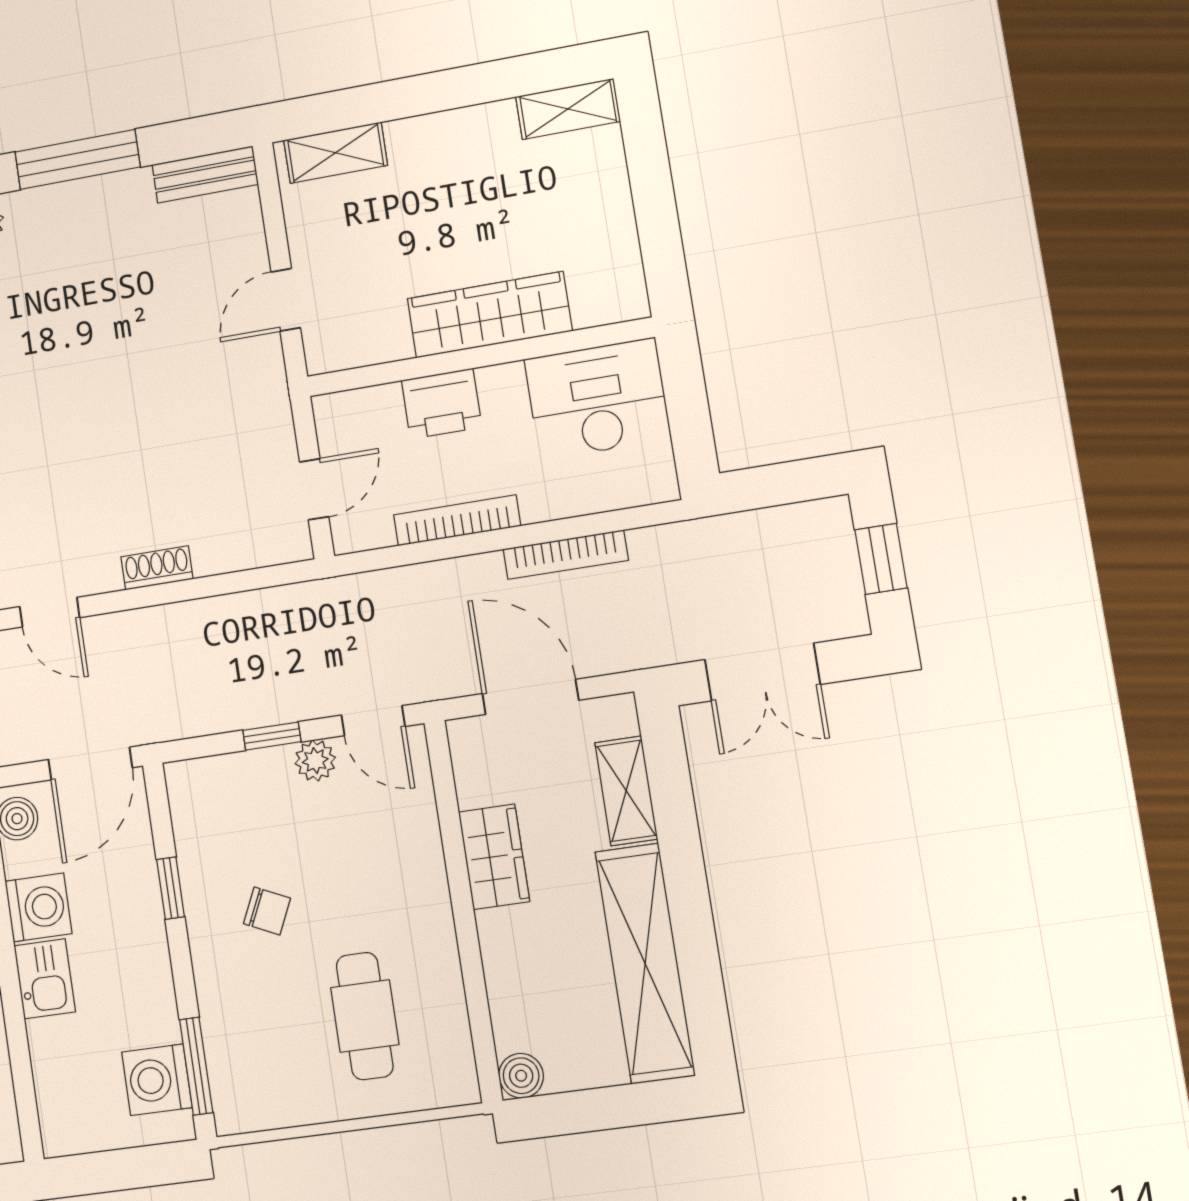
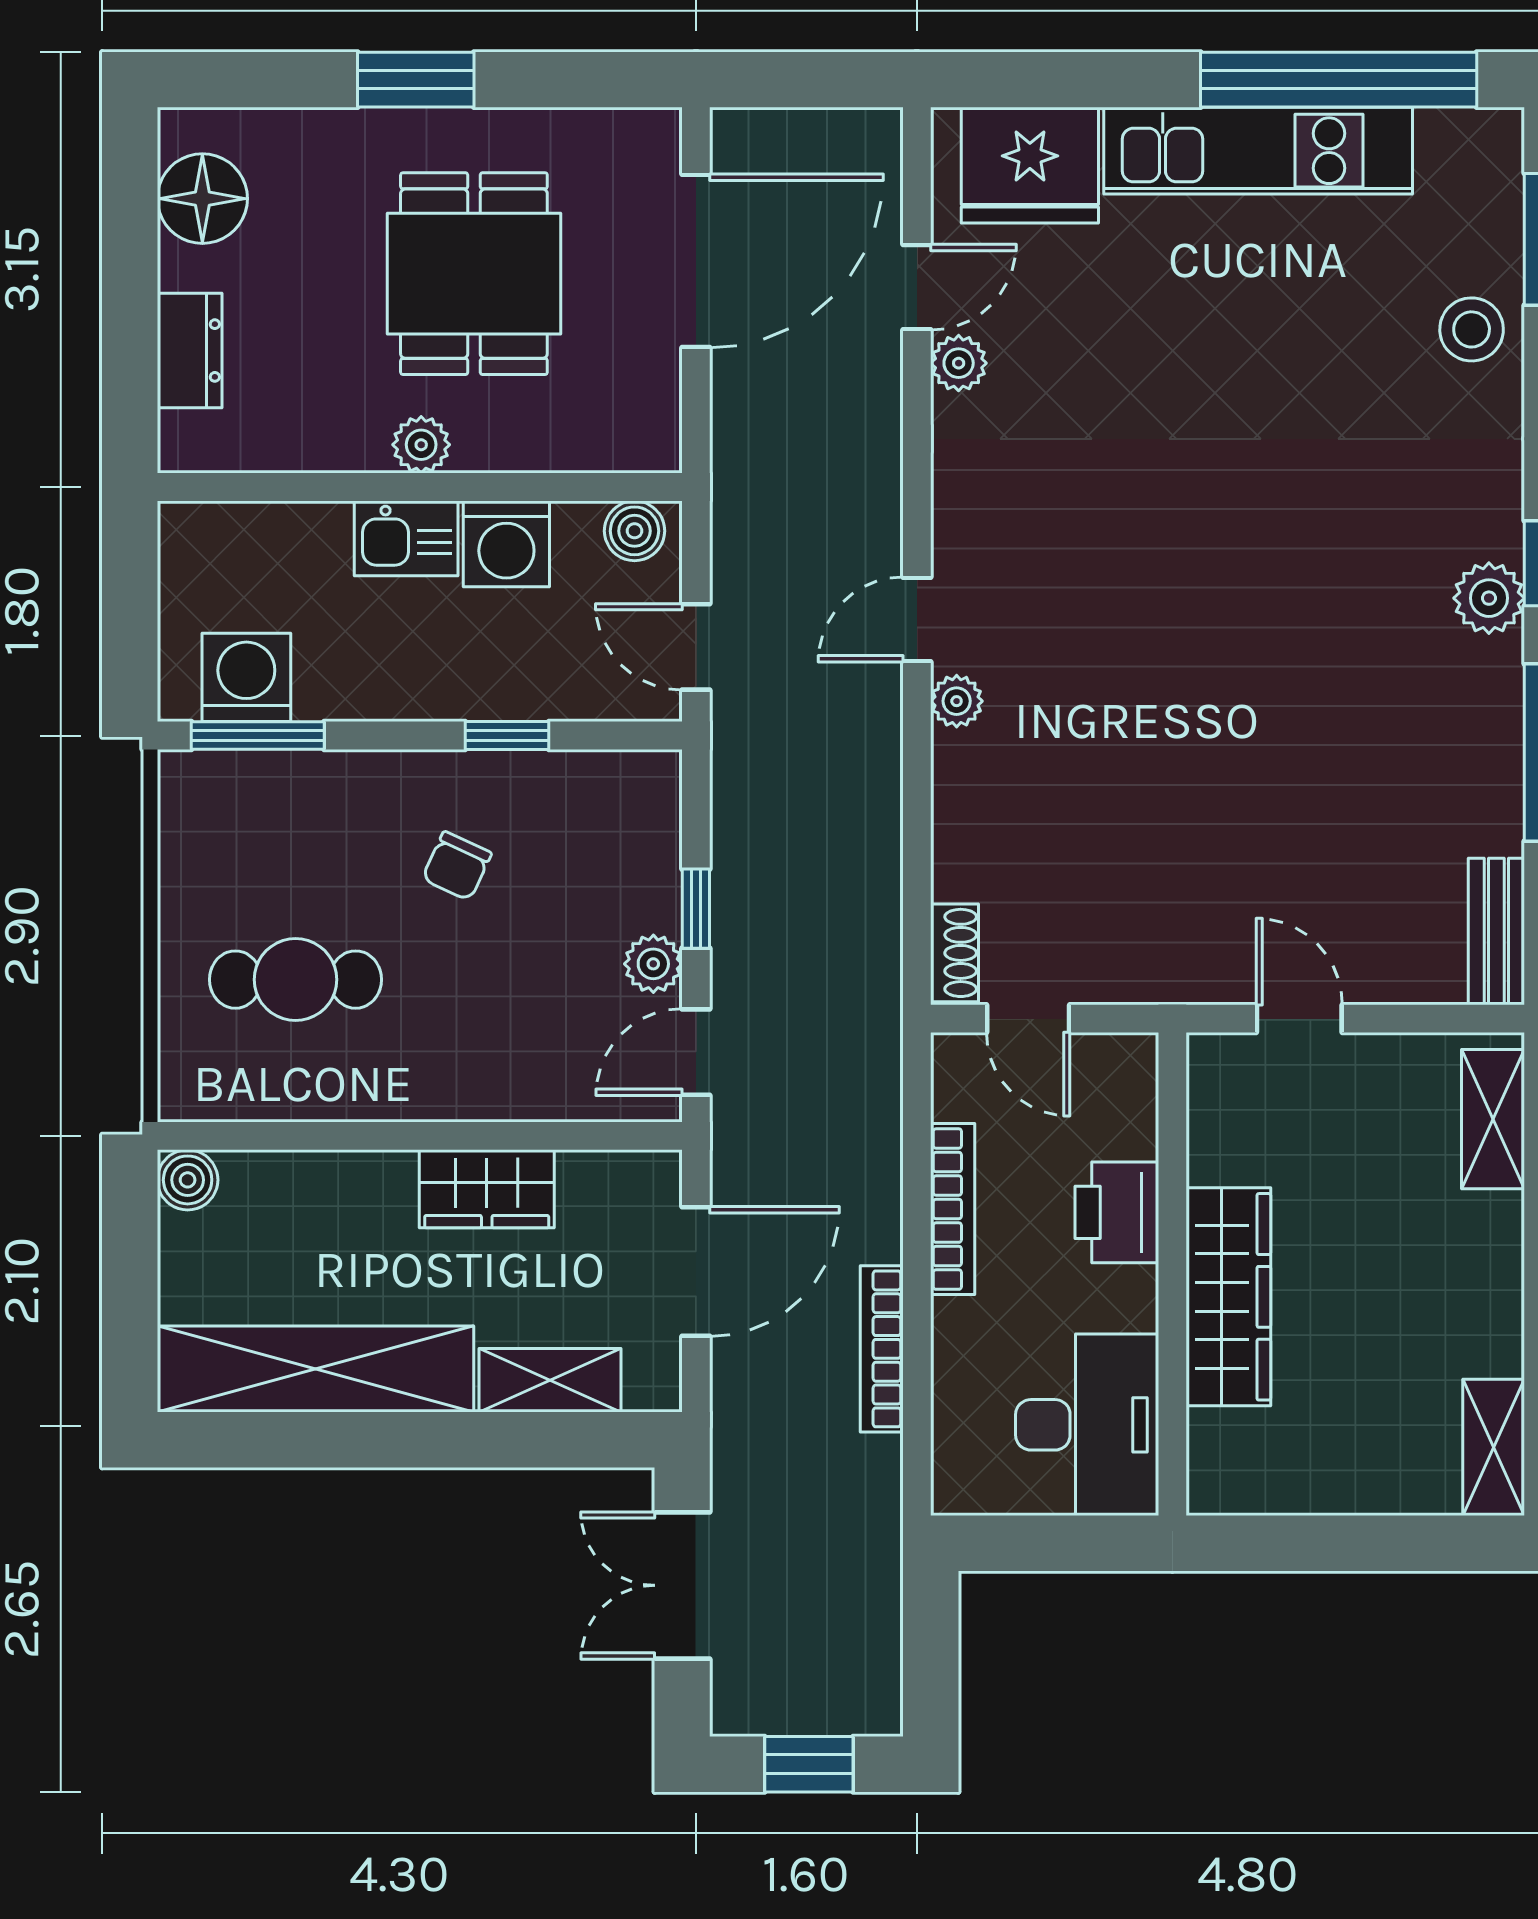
shoe rack: (157, 568) -> (954, 953), moved
plant: (101, 575) -> (957, 701), added
door: (90, 764) -> (696, 647), width x0.73

